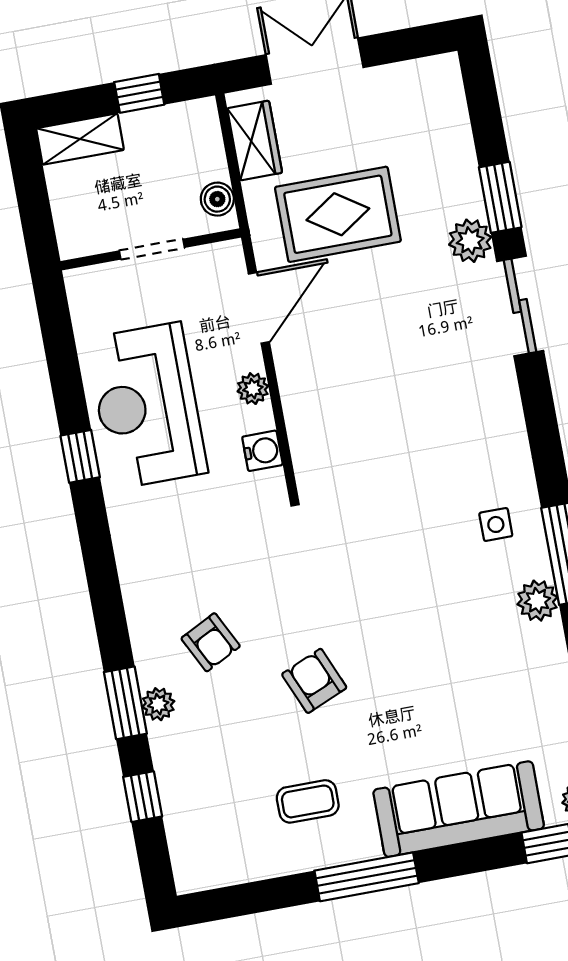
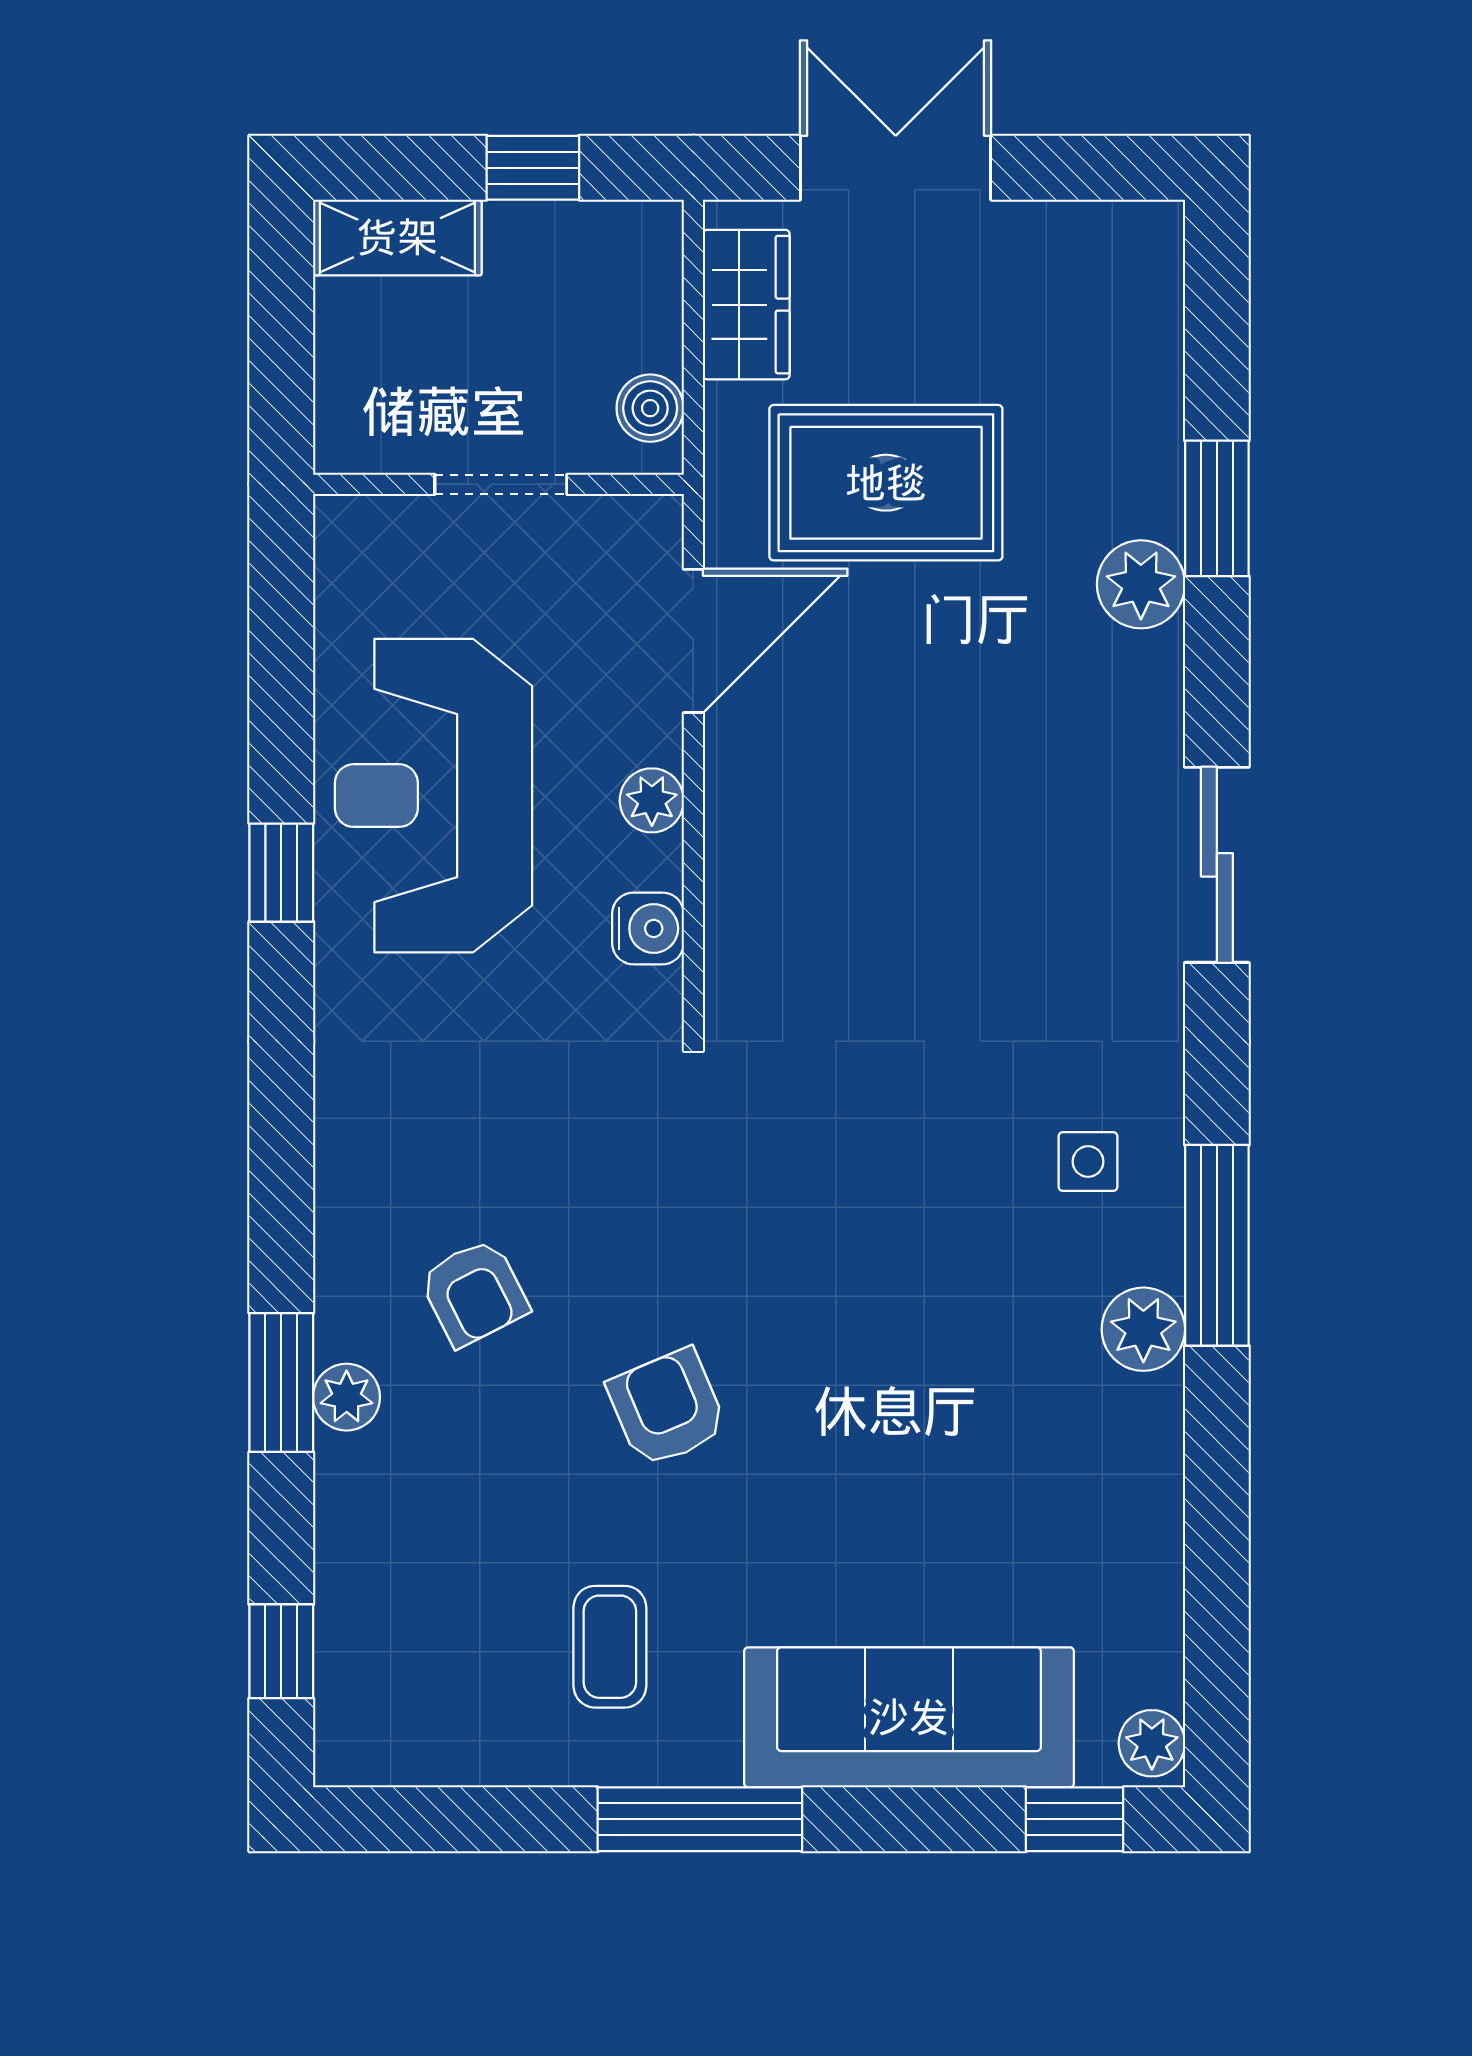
sliding door: (520, 306) -> (1217, 865), moved
window: (143, 797) -> (281, 1651), moved
coffee table: (308, 801) -> (610, 1647), turned 90

